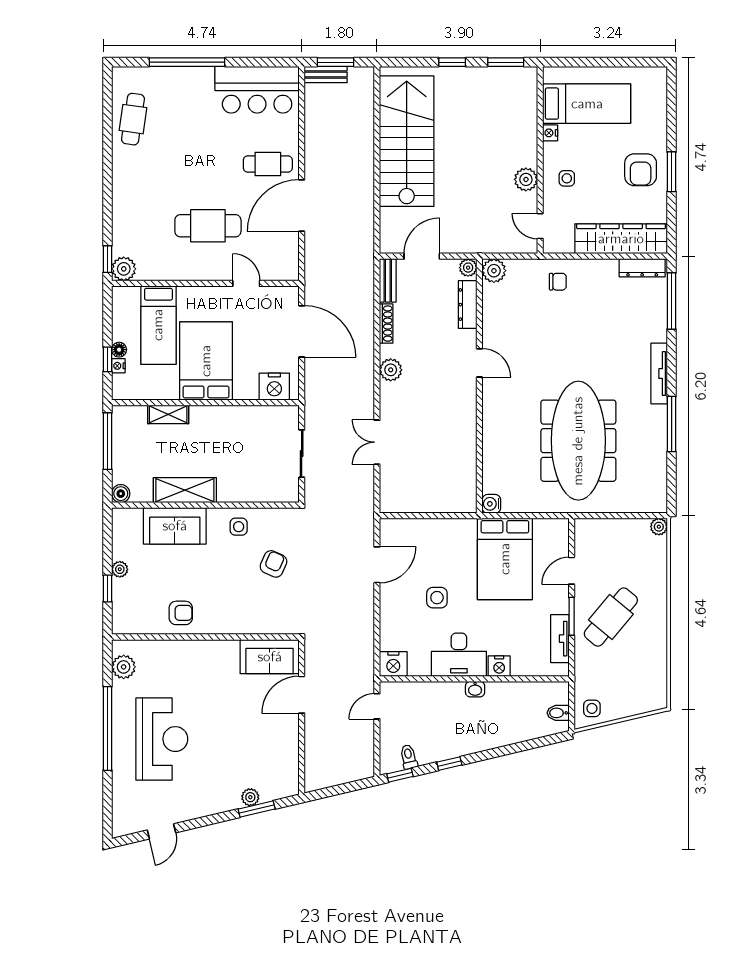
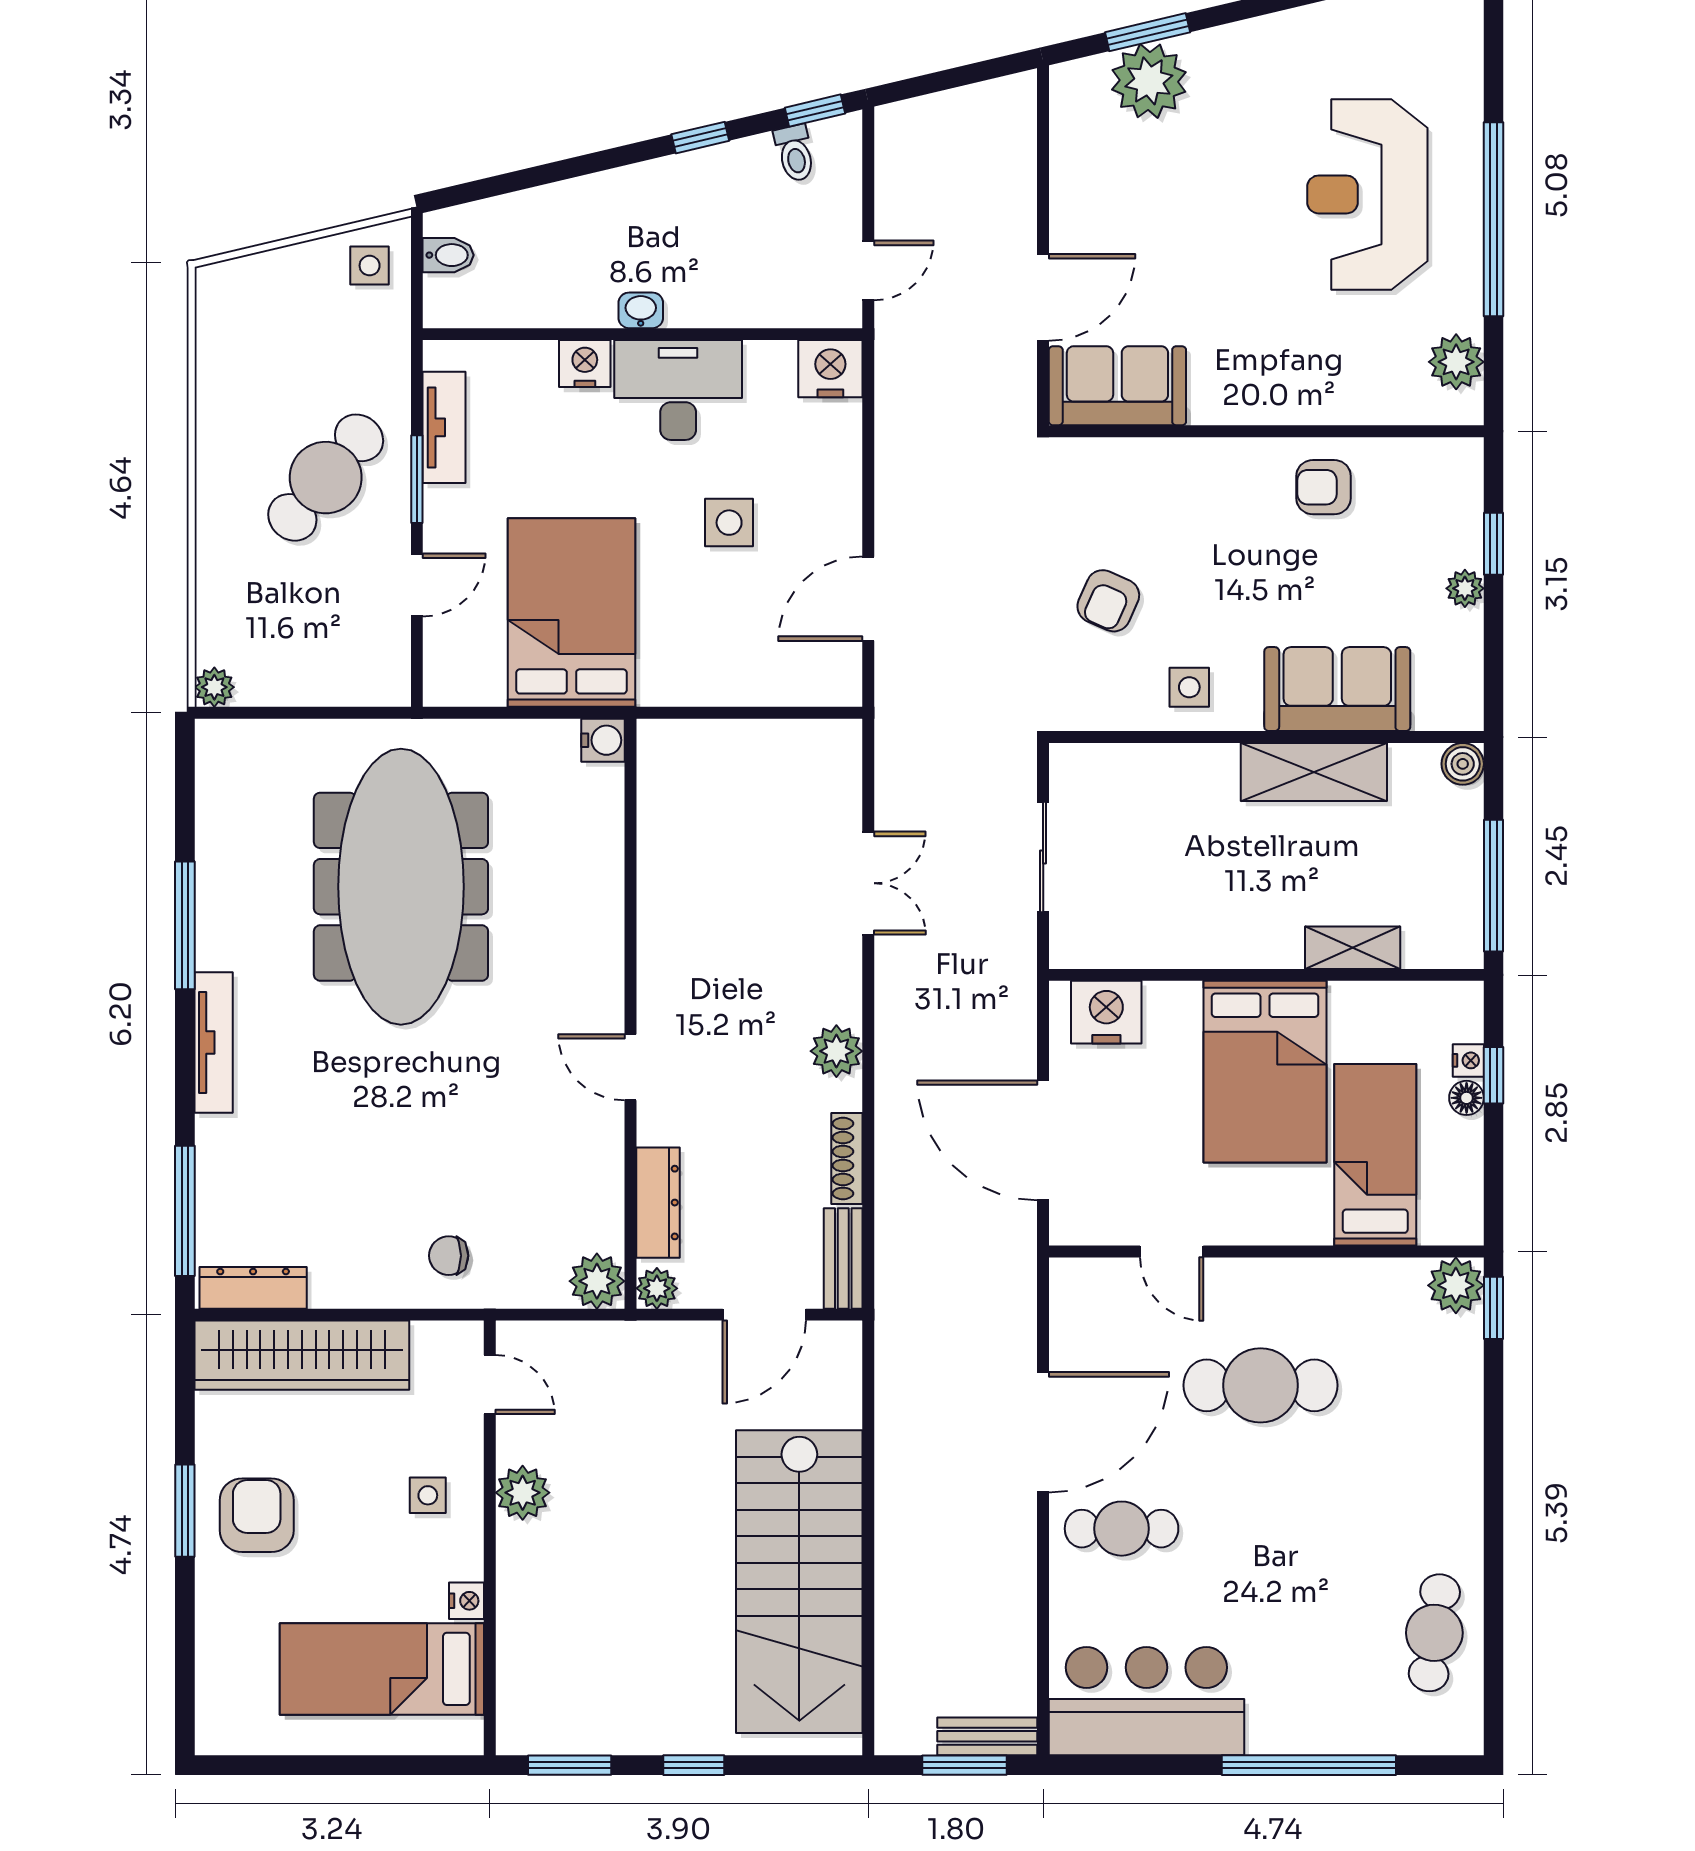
plant: (250, 797) -> (1149, 81), width x1.87, depth x1.87

